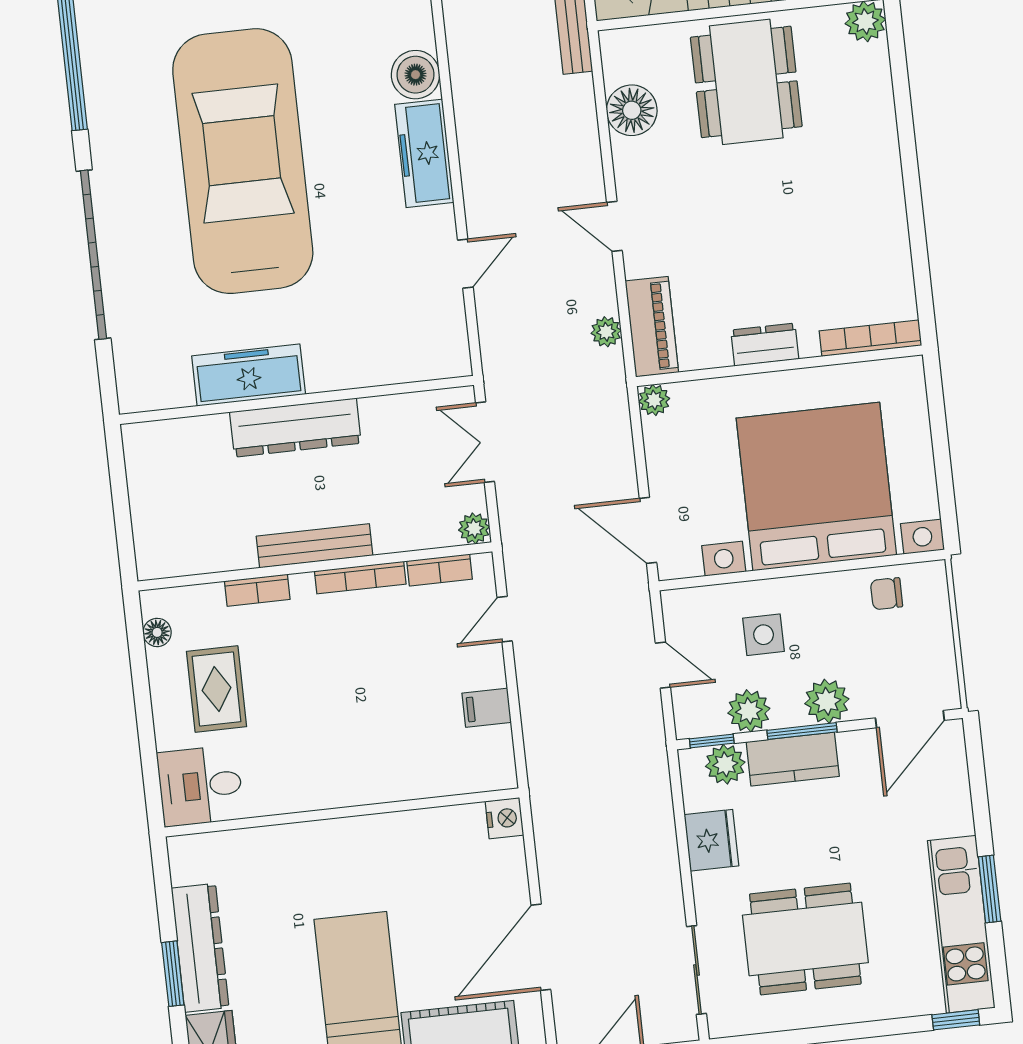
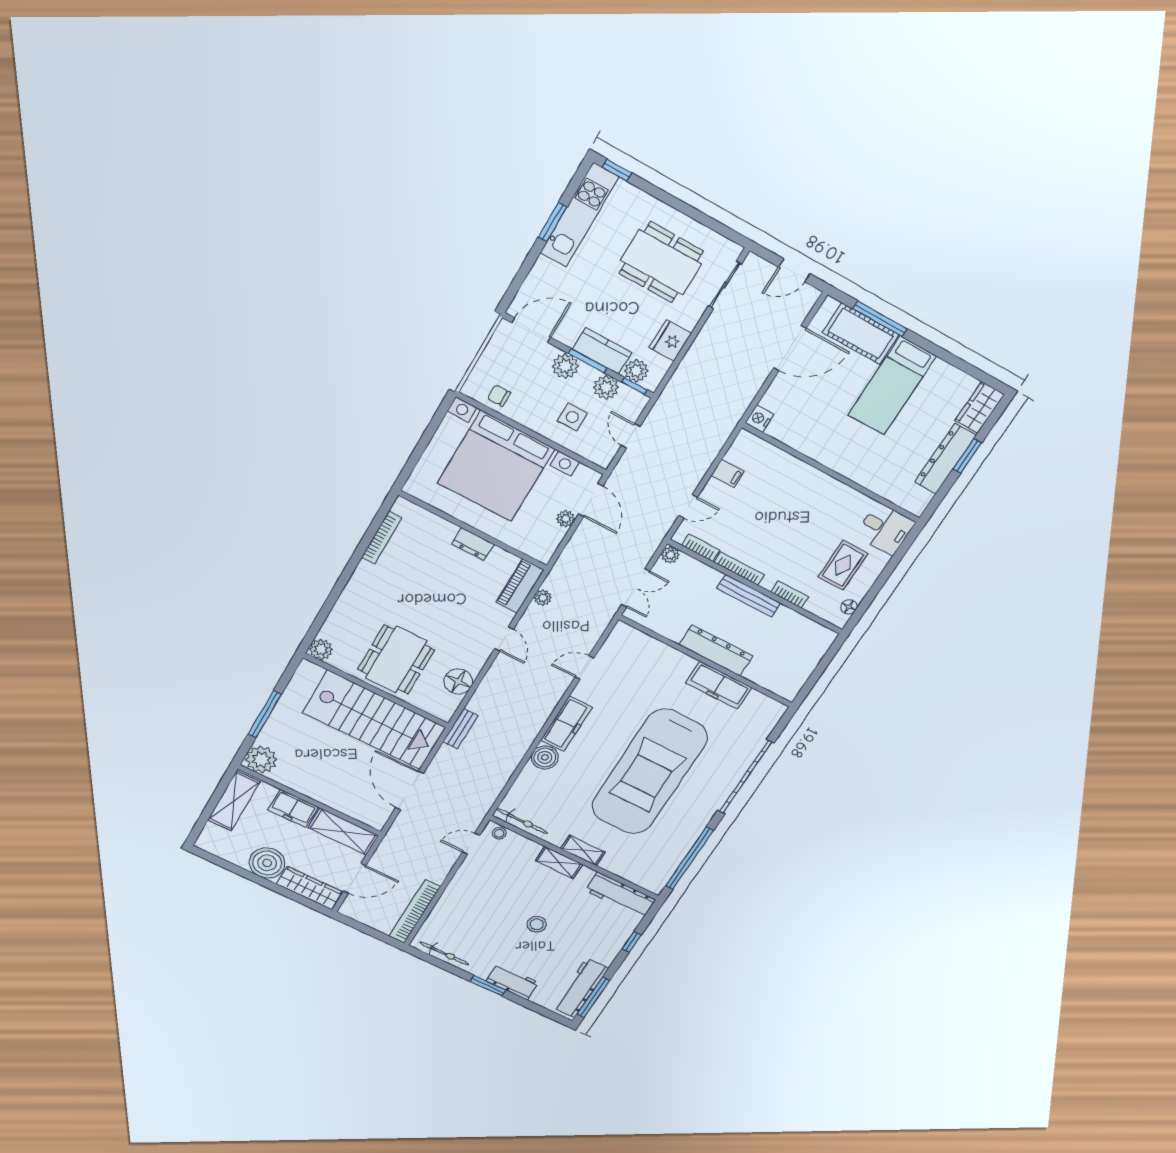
bookcase: (871, 338) -> (382, 538), moved, turned -90
plant: (654, 400) -> (566, 519), moved
chair: (887, 594) -> (499, 395), turned 180

